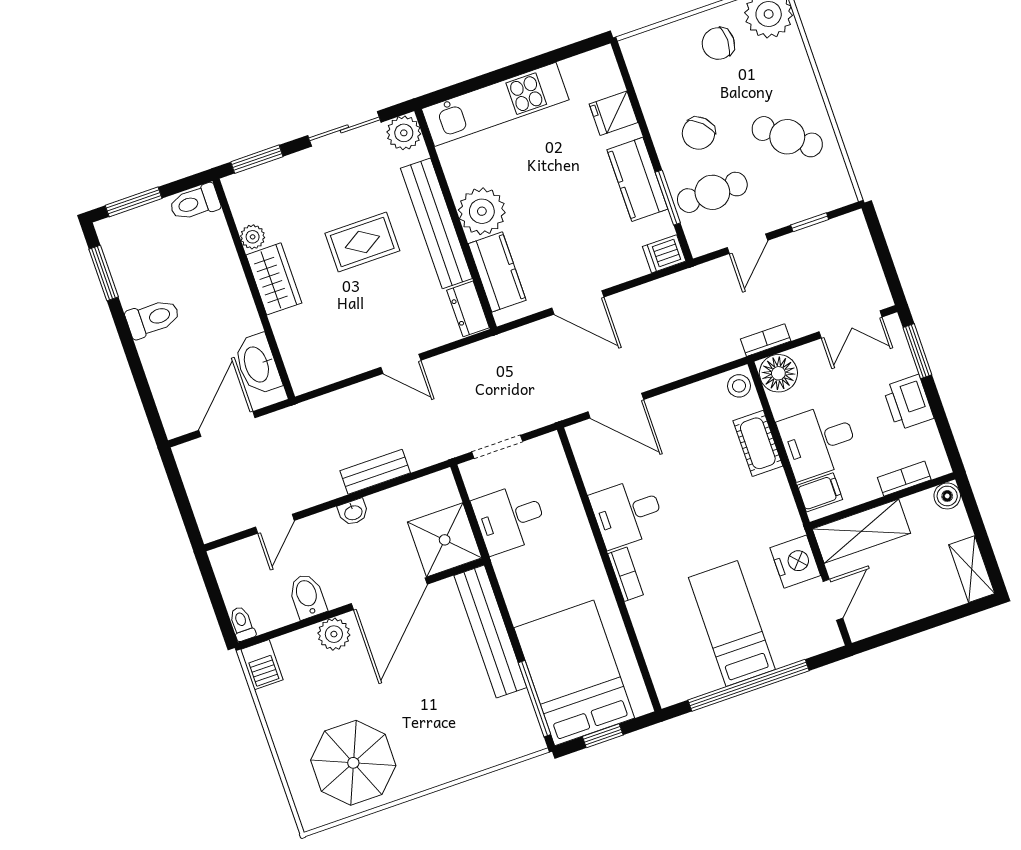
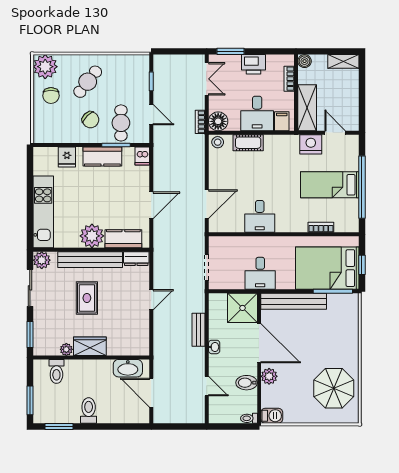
cafe table: (787, 137) -> (88, 82), moved
toilet: (195, 203) -> (56, 371), moved
desk: (510, 518) -> (260, 273), moved
bookcase: (626, 574) -> (321, 227), moved

